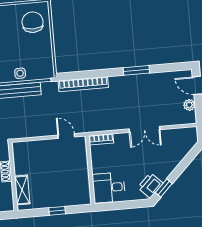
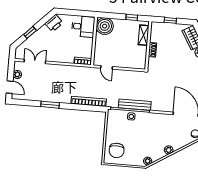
double door: (145, 129) -> (35, 61), moved
window: (164, 188) -> (30, 32), moved
boiler: (79, 193) -> (105, 26), added
window: (57, 211) -> (132, 17), moved

